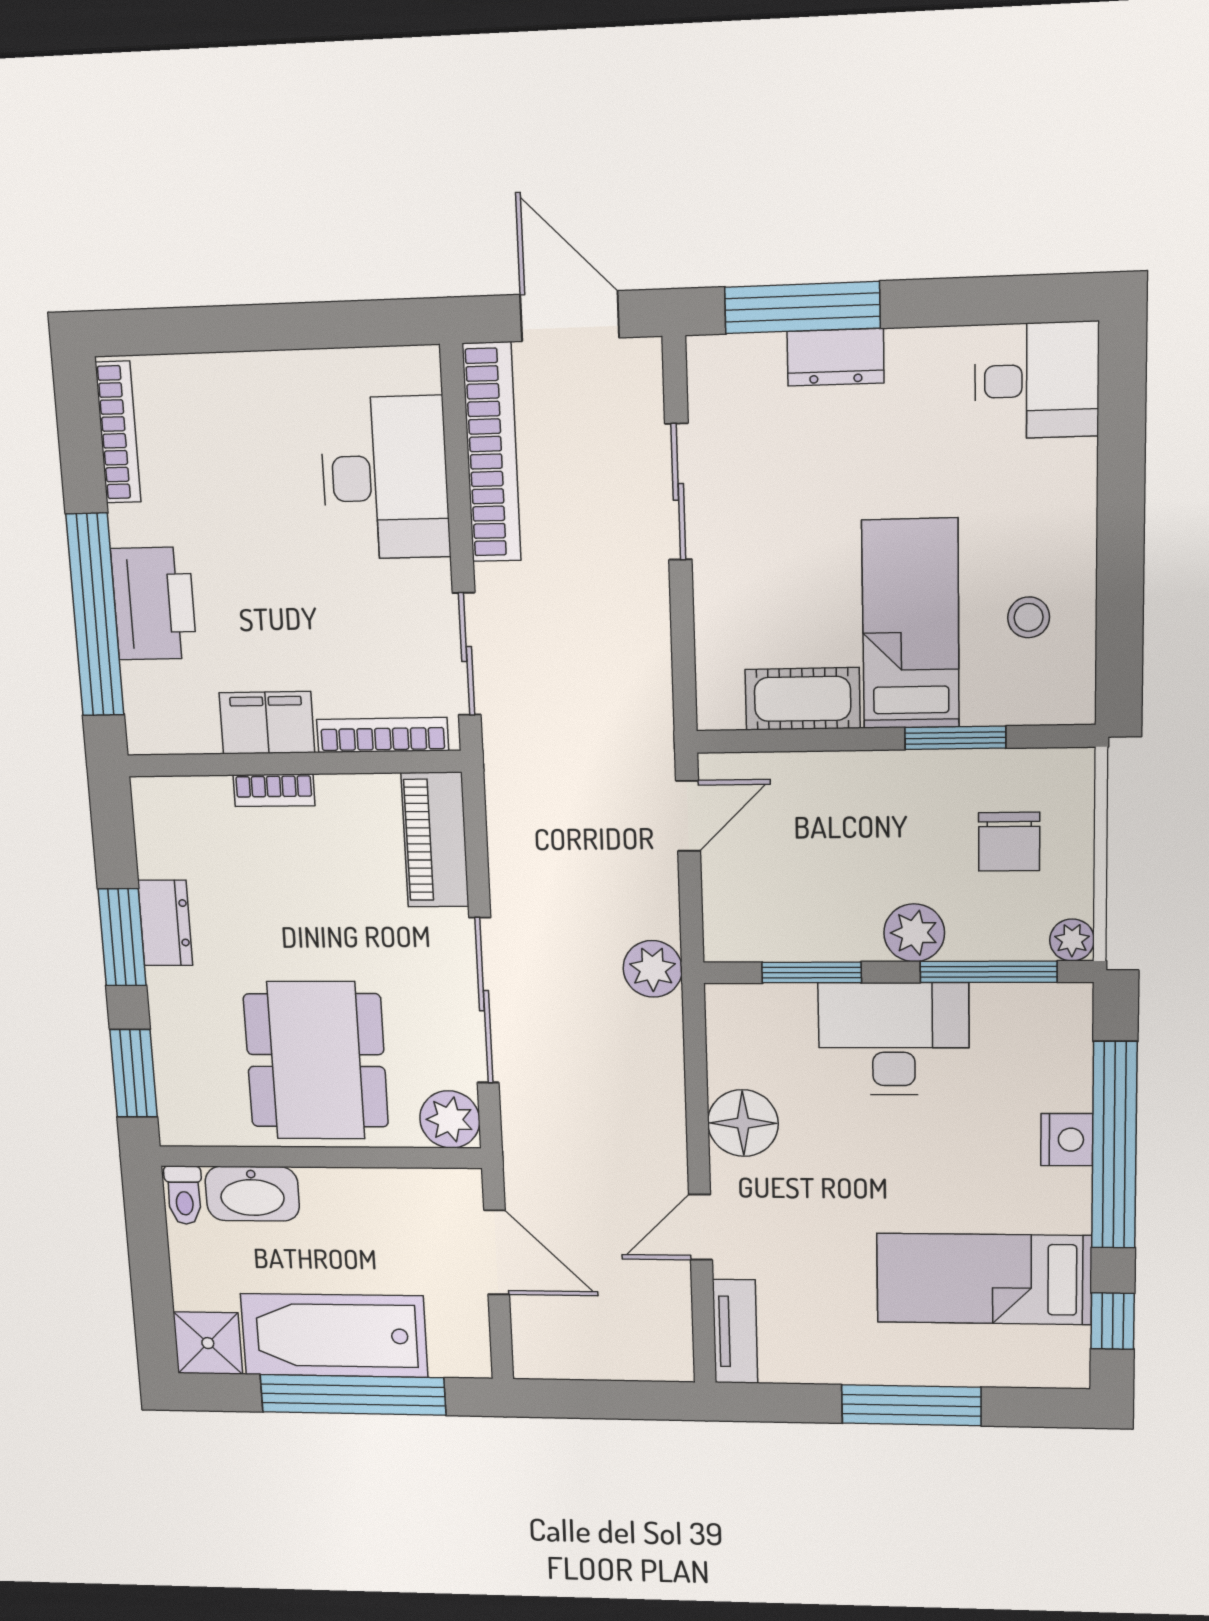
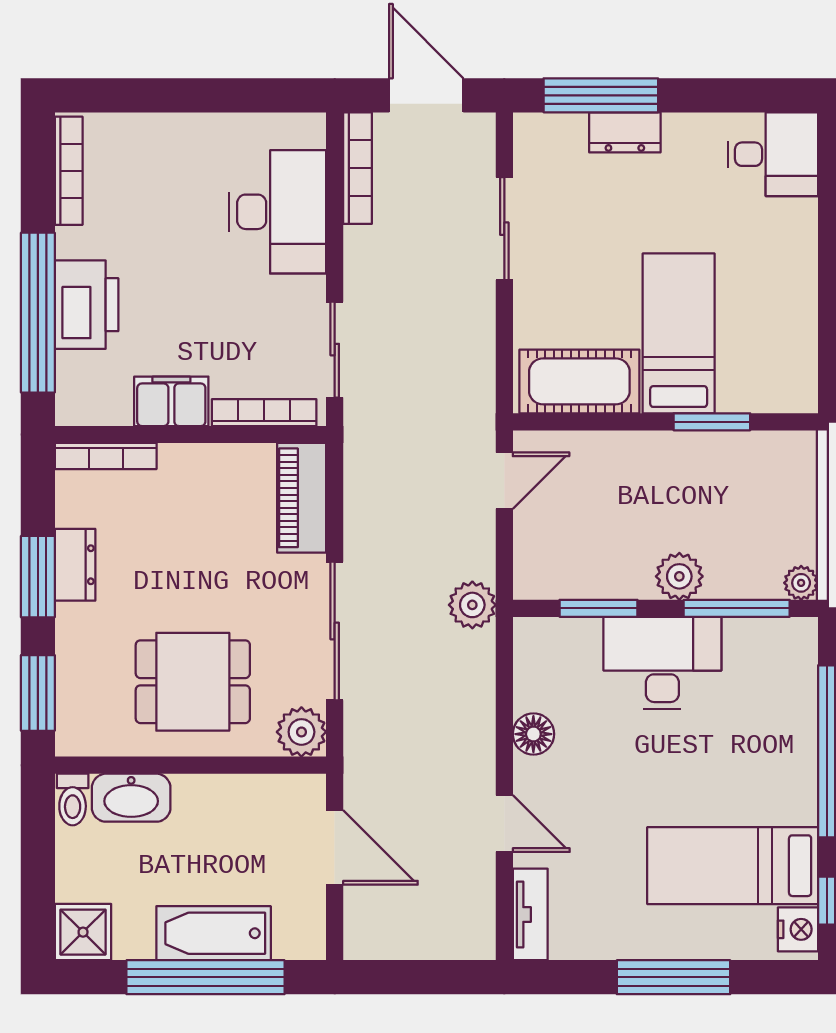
bookcase: (492, 453) -> (357, 168), width x0.68, depth x0.76
stool: (1029, 617) -> (767, 330), removed
cot: (803, 699) -> (579, 381), width x1.37, depth x1.34
bookcase: (274, 790) -> (106, 456), moved, width x1.56
chair: (1009, 842) -> (753, 504), removed
dining table: (316, 1061) -> (193, 682), width x0.73
floor lamp: (743, 1123) -> (533, 734), width x0.73, depth x0.73
nightstand: (1067, 1140) -> (798, 929), moved
door: (700, 1227) -> (504, 823), swing flipped
bathtub: (334, 1335) -> (214, 933), width x0.73, depth x0.73

